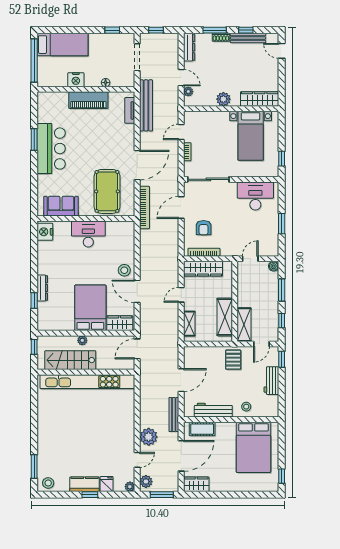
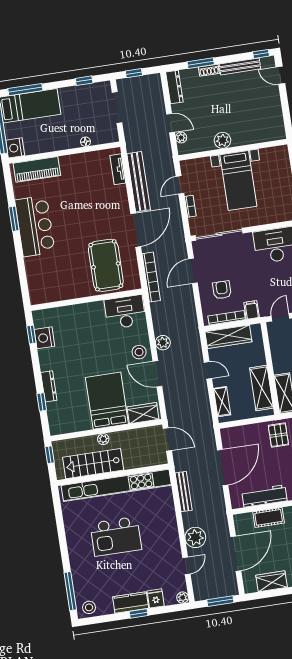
window: (61, 30) -> (25, 90), added
window: (246, 30) -> (261, 54), moved
nightstand: (76, 80) -> (15, 148), moved, turned 90
wardrobe: (260, 99) -> (264, 134), removed
piano: (88, 100) -> (37, 169), moved
bench: (146, 105) -> (139, 182), moved
bed with nightstands: (251, 136) -> (238, 180), moved
sofa: (61, 206) -> (56, 290), removed
armchair: (204, 228) -> (222, 290), turned 180
nightstand: (45, 232) -> (44, 338), moved
desk: (88, 234) -> (125, 312), moved
window: (34, 241) -> (31, 334), added
filing cabinet: (226, 249) -> (252, 310), added
door: (181, 295) -> (208, 370), swing flipped
door: (137, 349) -> (167, 439), swing flipped
door: (181, 380) -> (223, 467), width x1.36
bench: (174, 415) -> (184, 492), moved
kitchen island: (80, 425) -> (116, 536), added
cot: (202, 429) -> (269, 517), moved
window: (34, 467) -> (70, 591), width x1.44
plant: (146, 482) -> (163, 343), moved
wardrobe: (196, 484) -> (272, 581), moved

